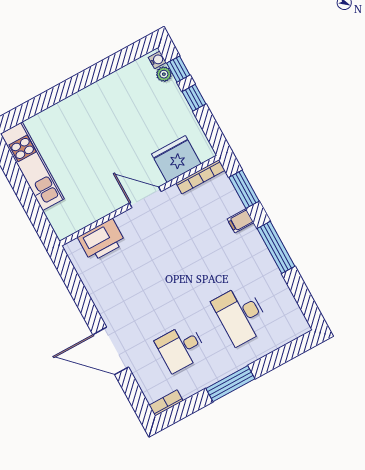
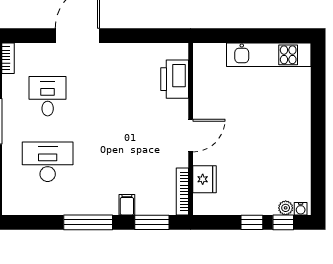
fridge: (176, 159) -> (204, 179), width x0.73, depth x0.75

